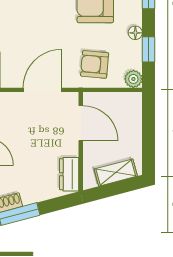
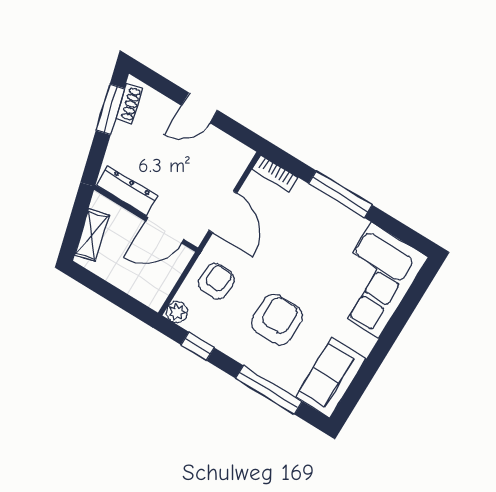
floor lamp: (135, 33) -> (223, 343), removed
dresser: (69, 174) -> (127, 191), width x1.44

